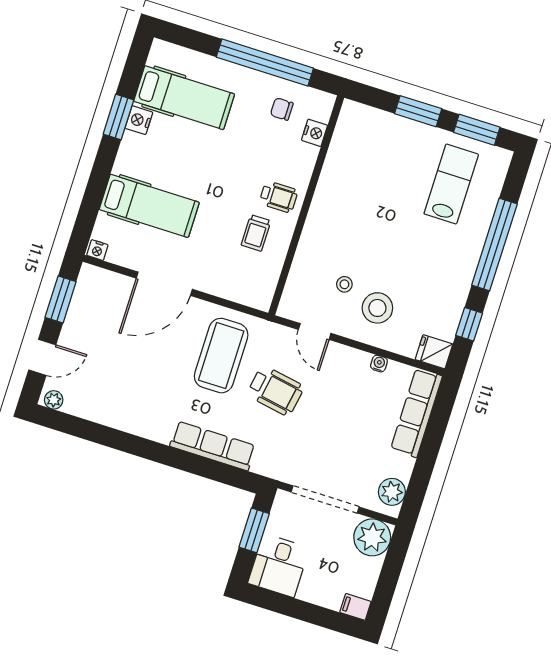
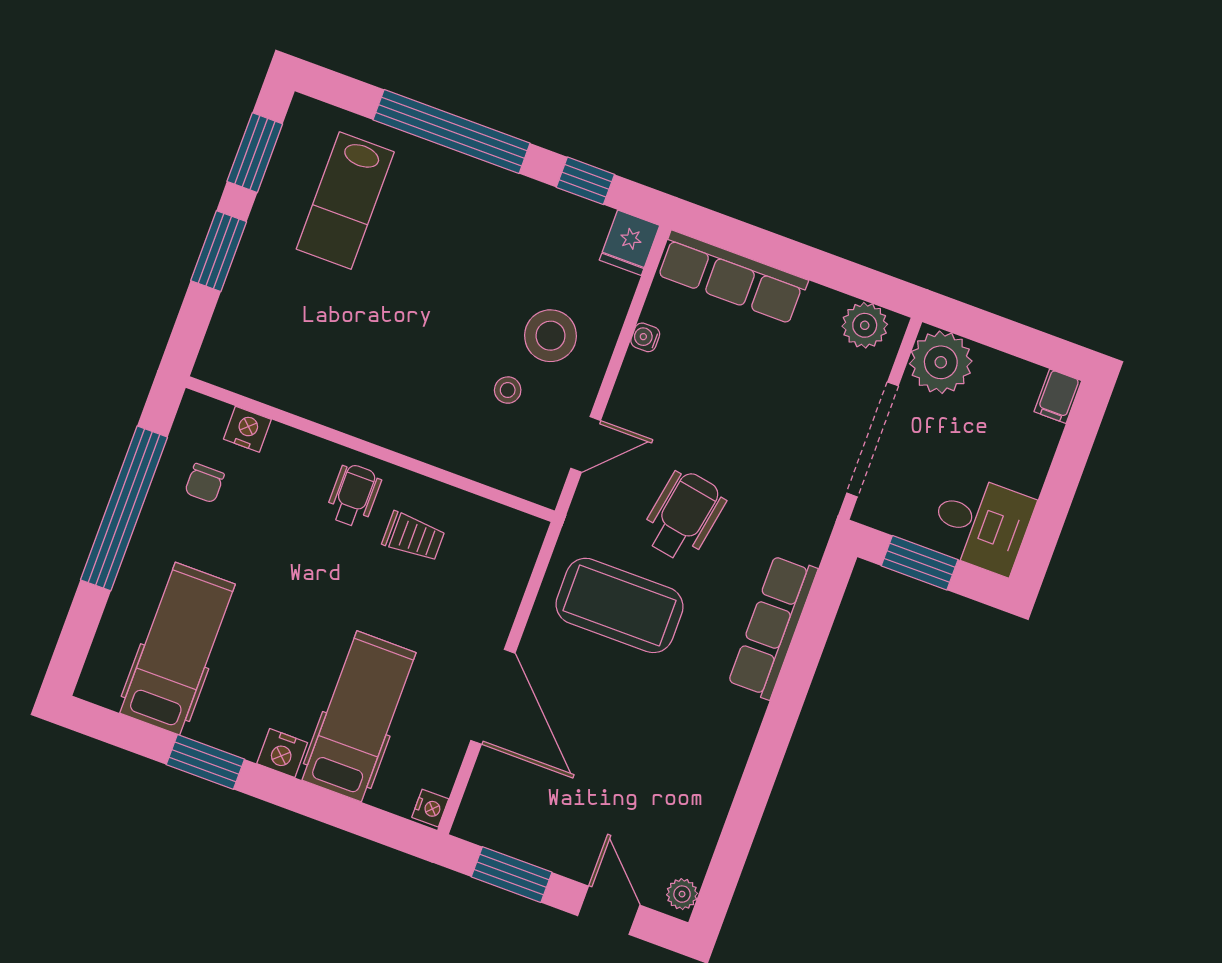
nightstand: (139, 120) -> (282, 753), moved
lab bench: (451, 184) -> (345, 201), turned -90

